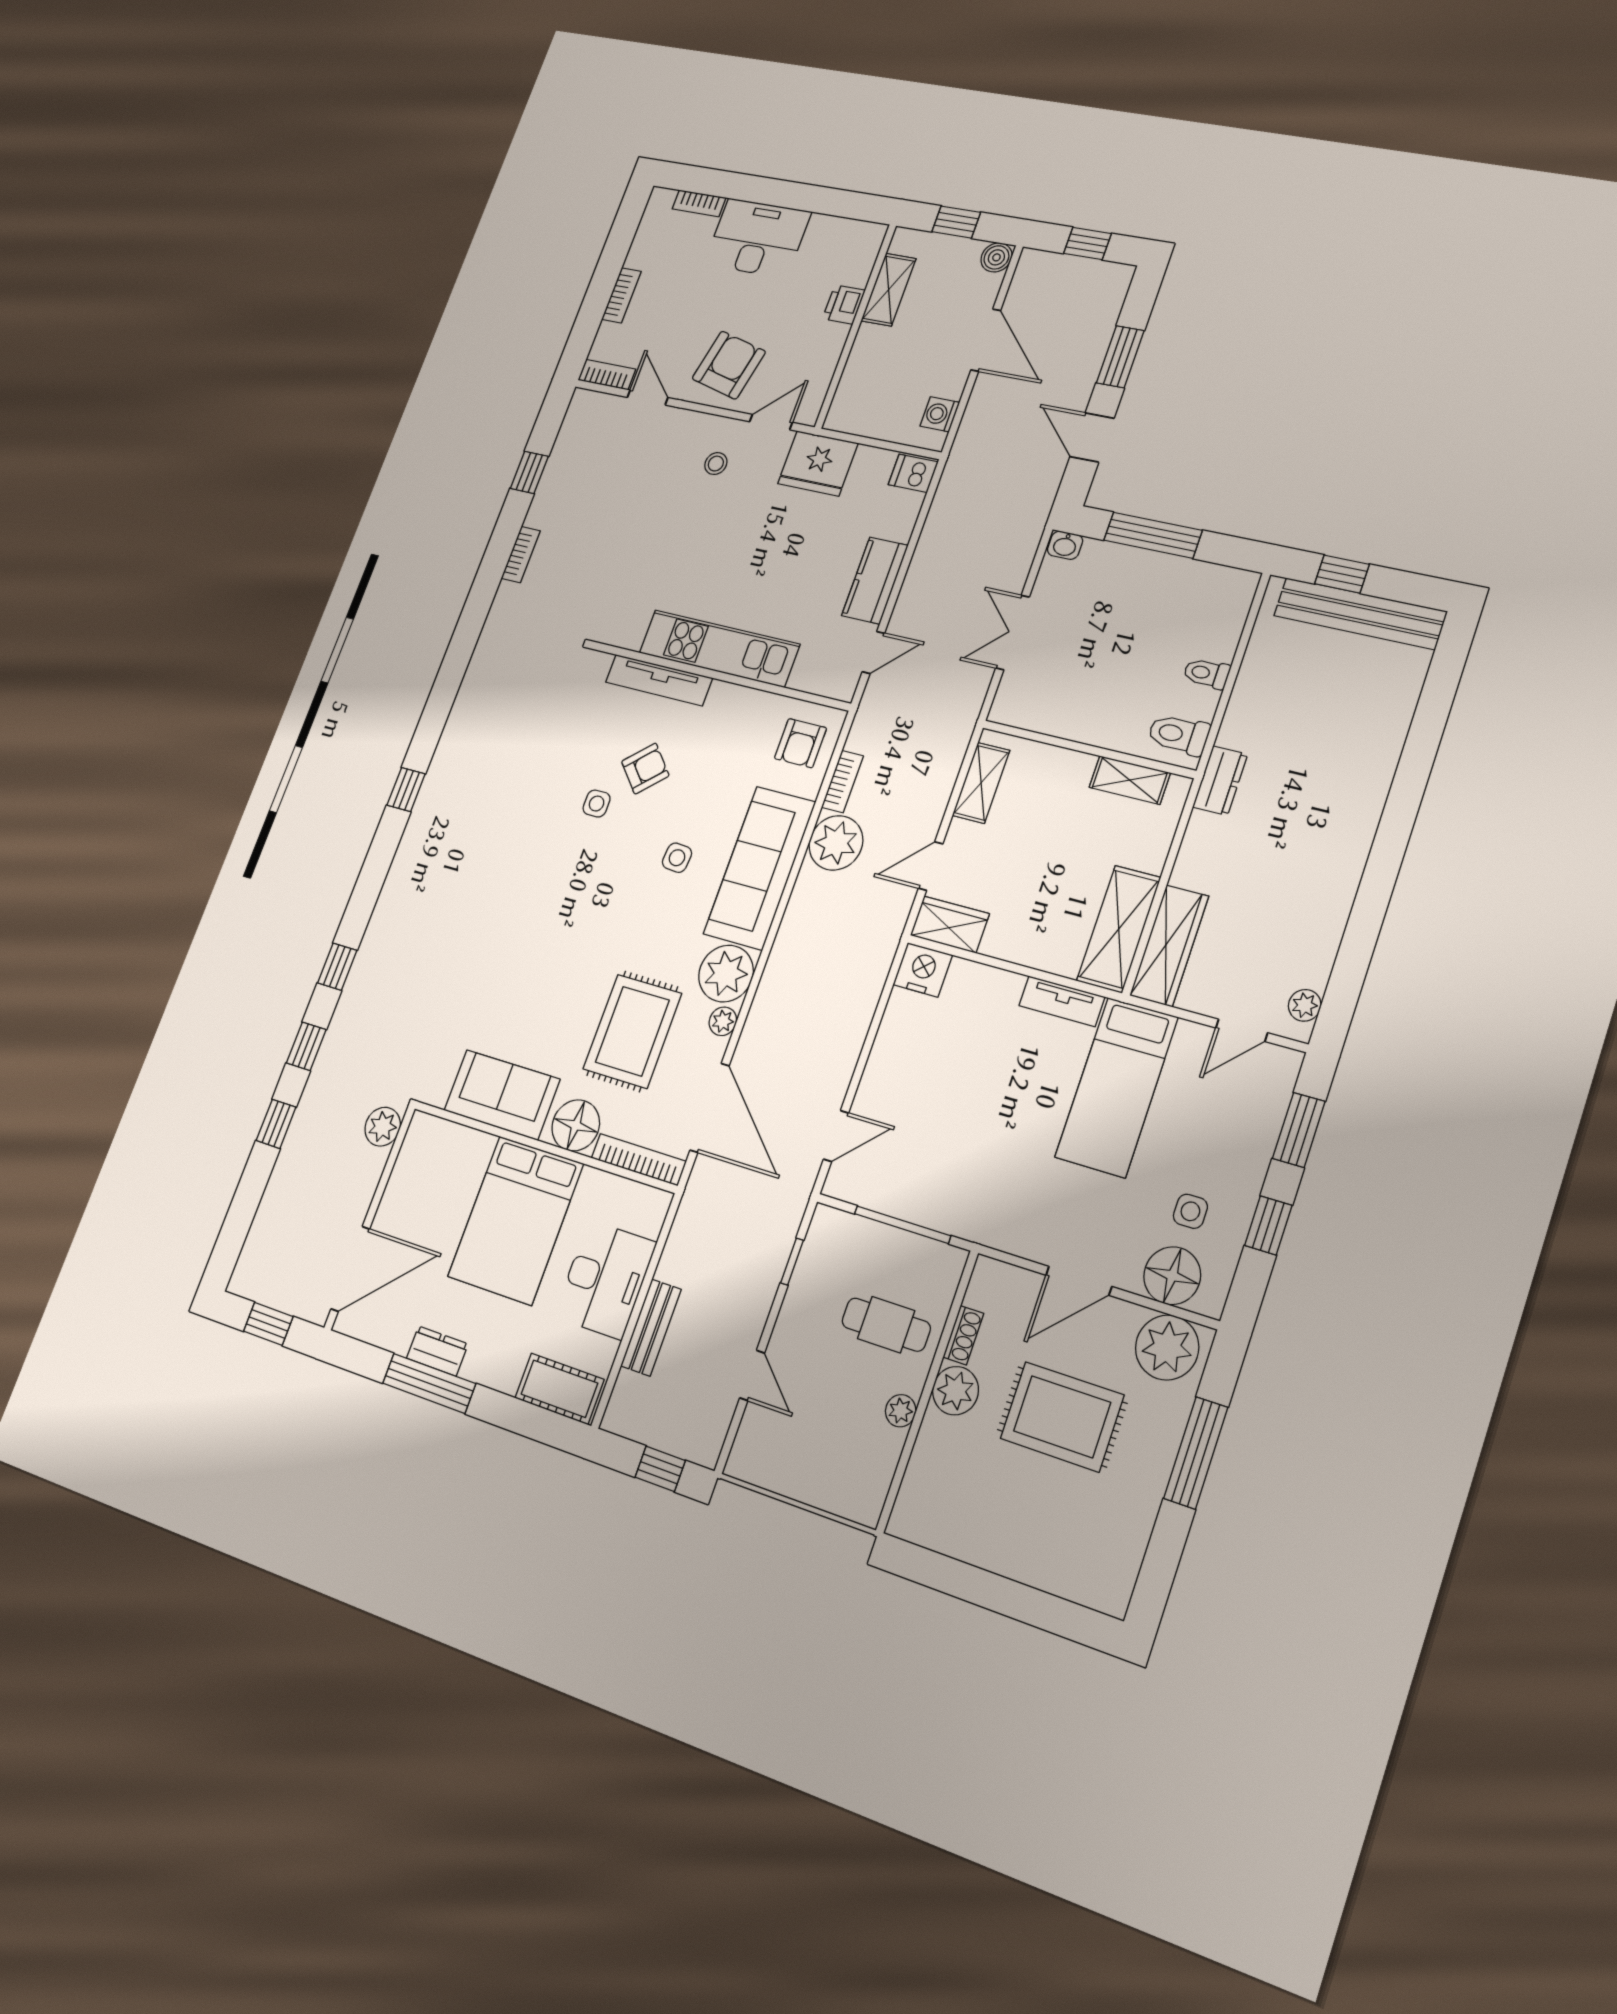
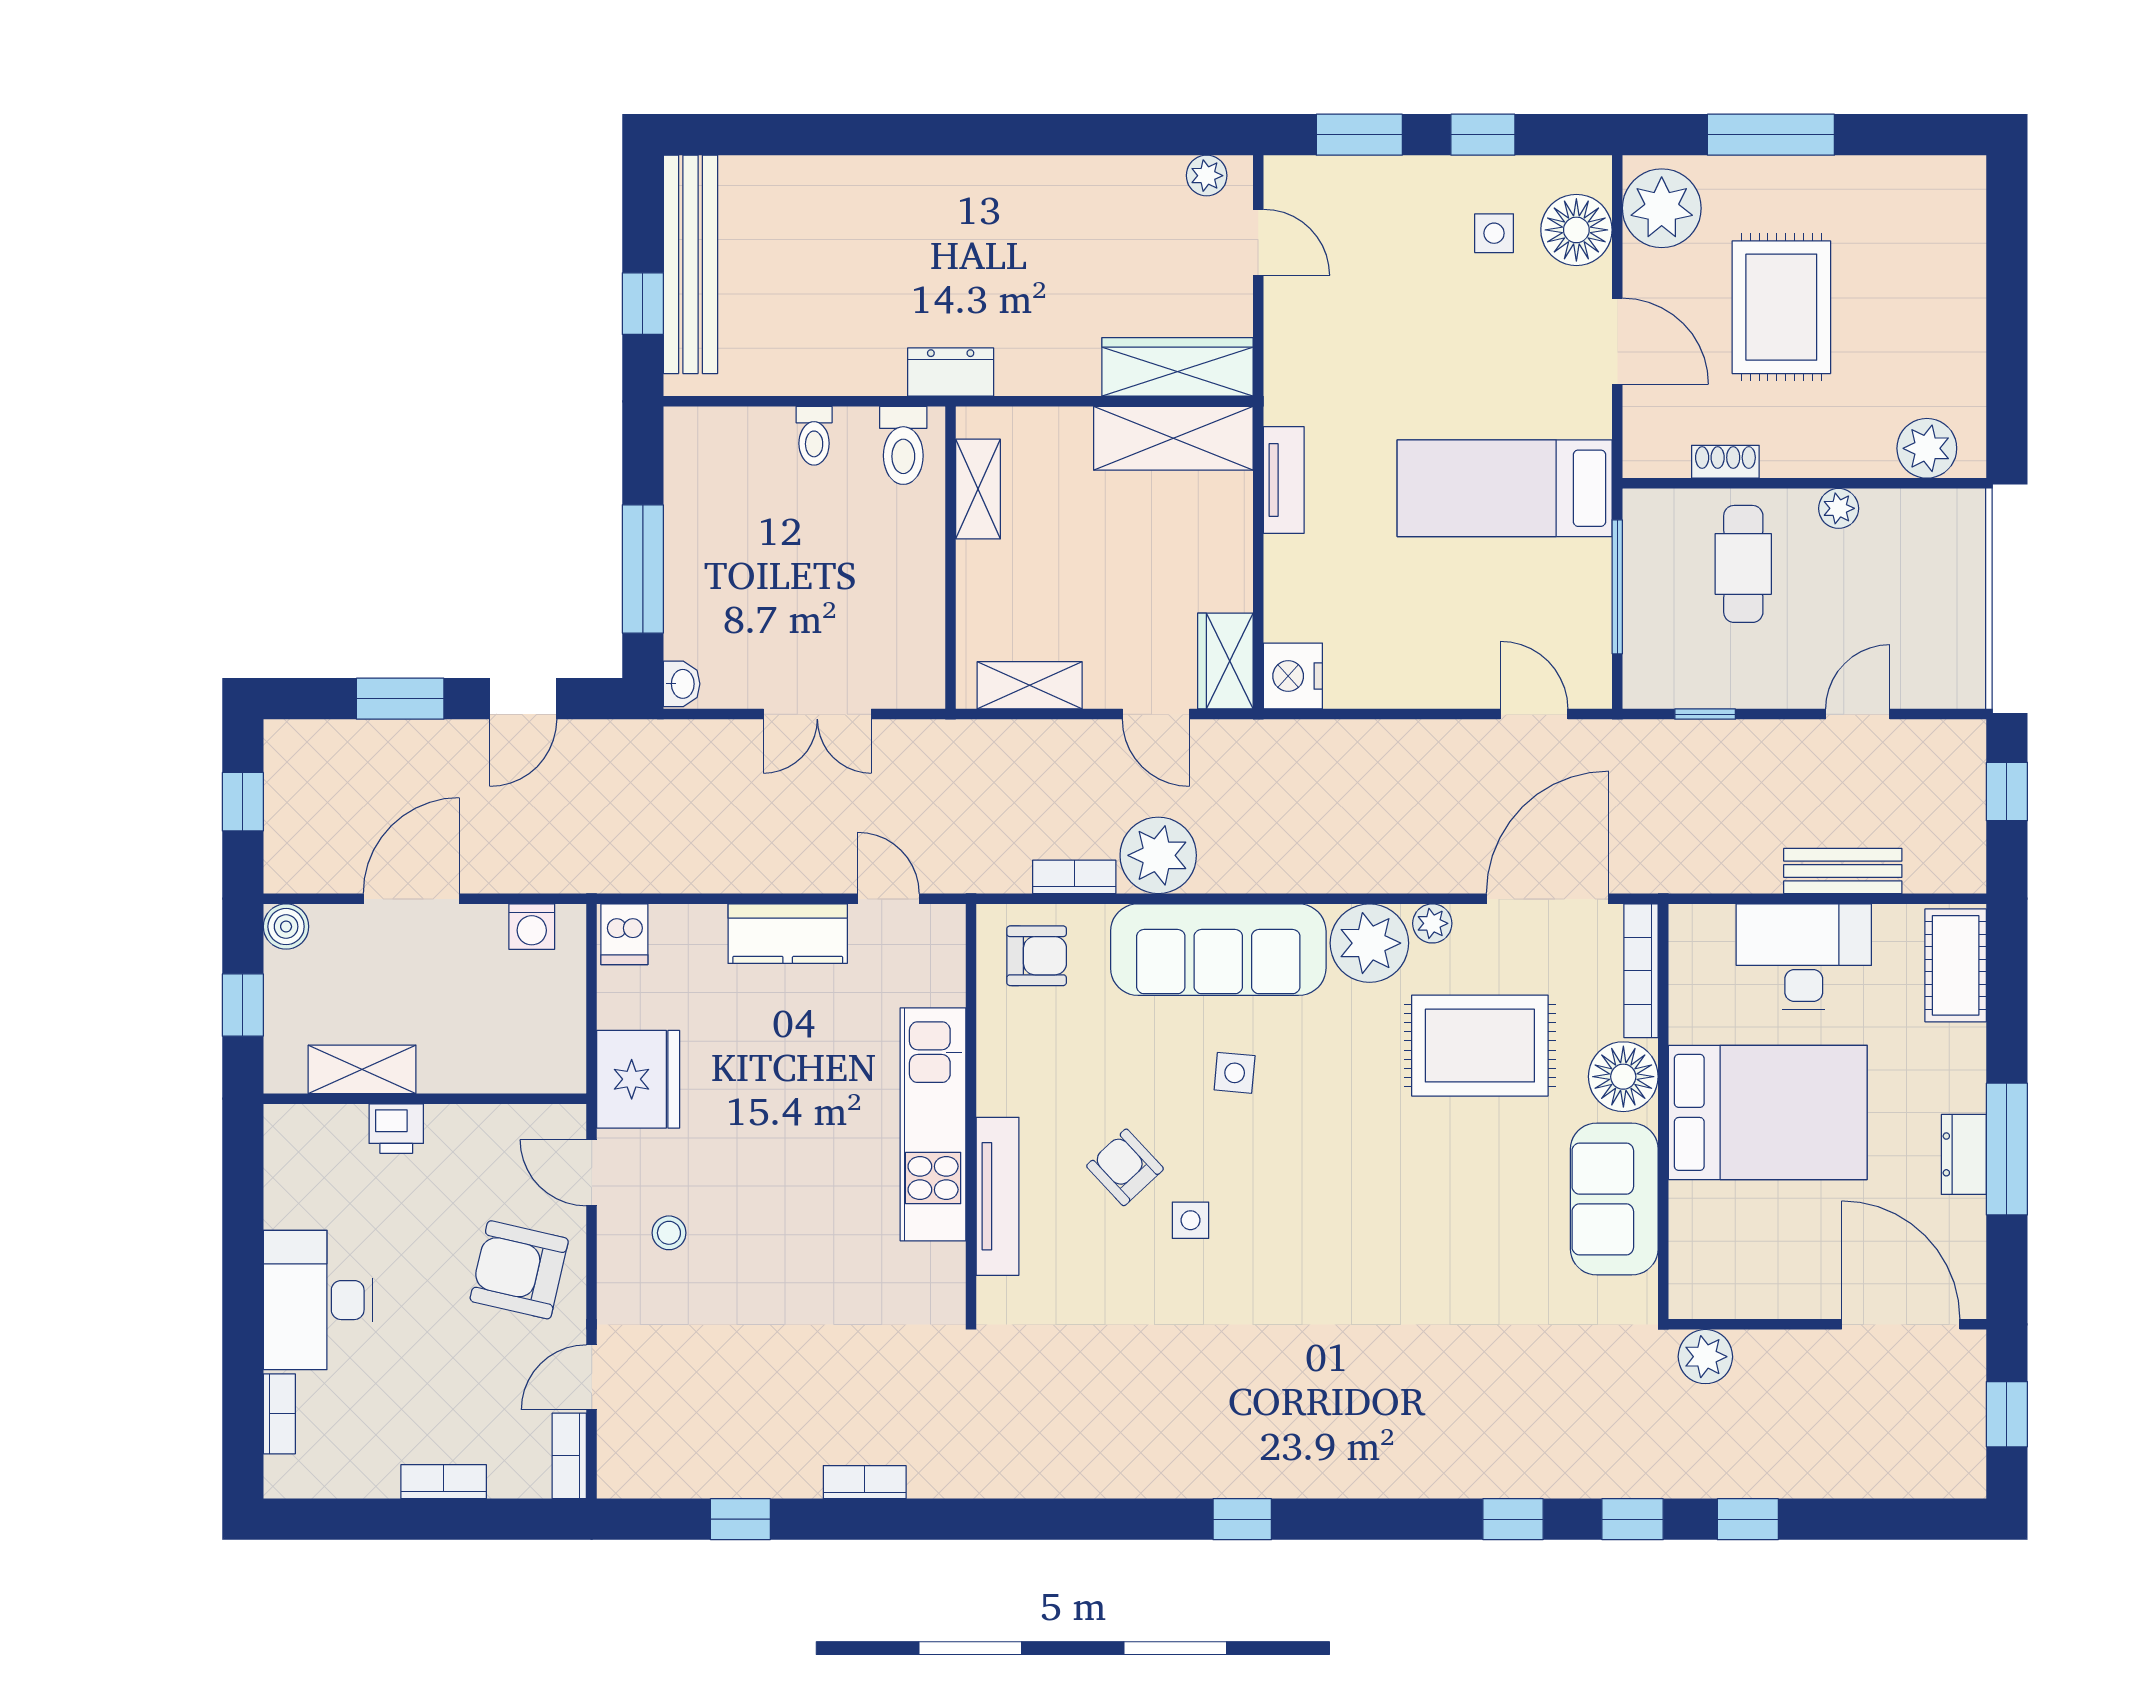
bed: (1117, 1087) -> (1505, 488), moved, turned 180
plant: (956, 1391) -> (1927, 448), moved

